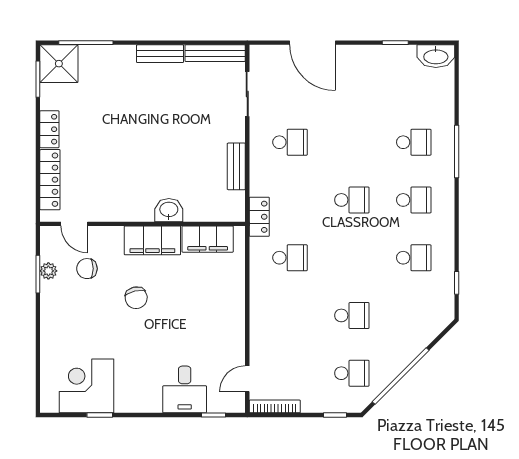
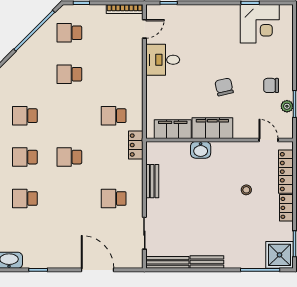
stool: (105, 154) -> (246, 190), added
chair: (87, 269) -> (271, 85), moved, turned 180
desk: (185, 389) -> (163, 60), moved, turned -90

